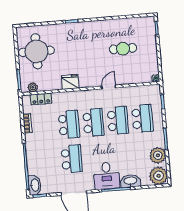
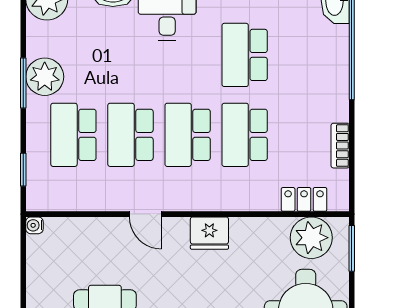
fridge: (70, 82) -> (209, 233), moved
plant: (33, 87) -> (311, 238), width x1.88, depth x1.88
door: (109, 87) -> (145, 214), hinge flipped
plant: (158, 155) -> (45, 77), moved

